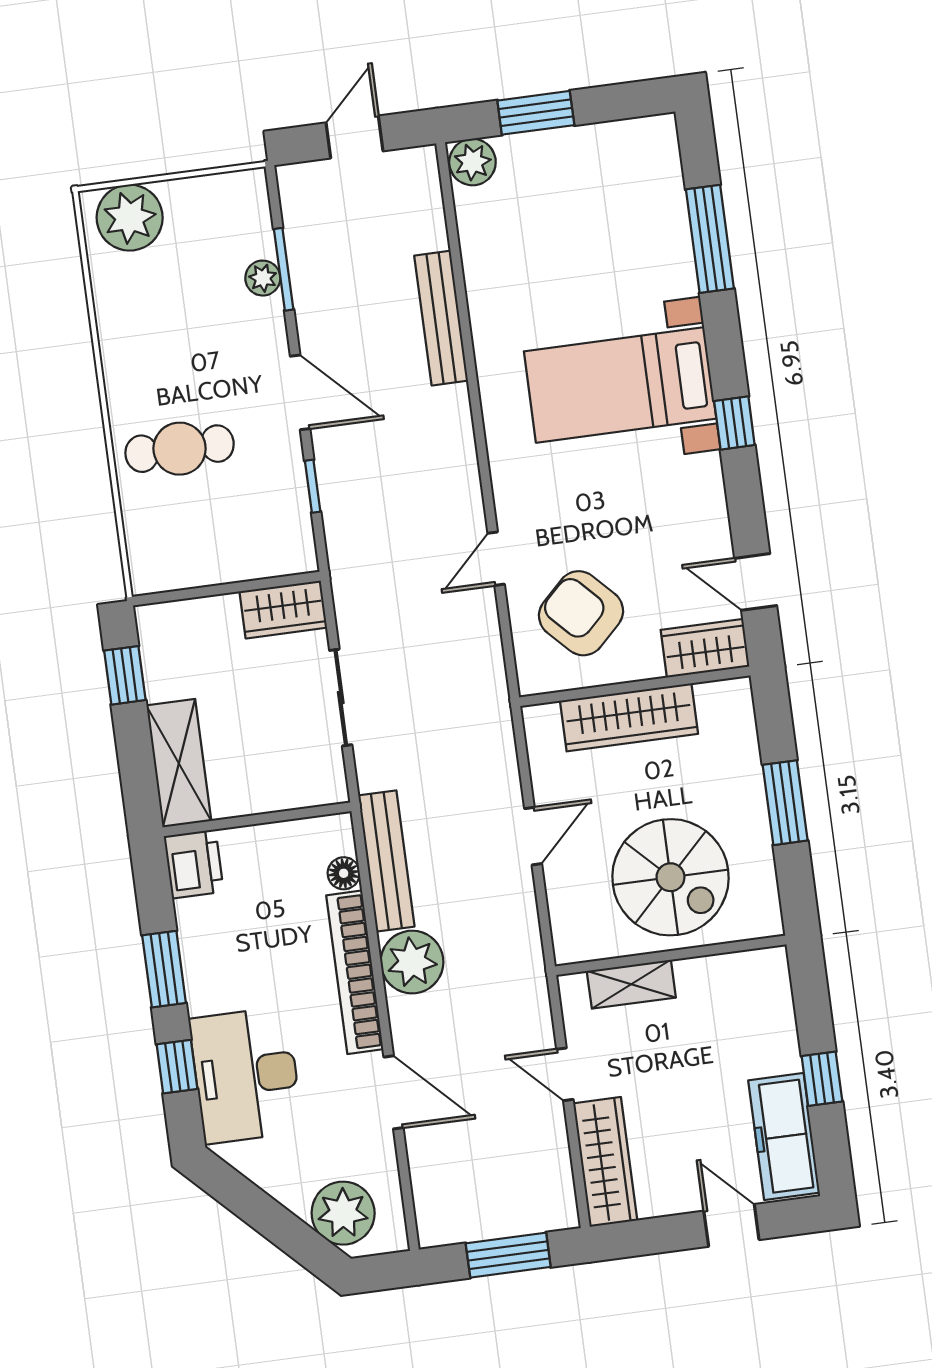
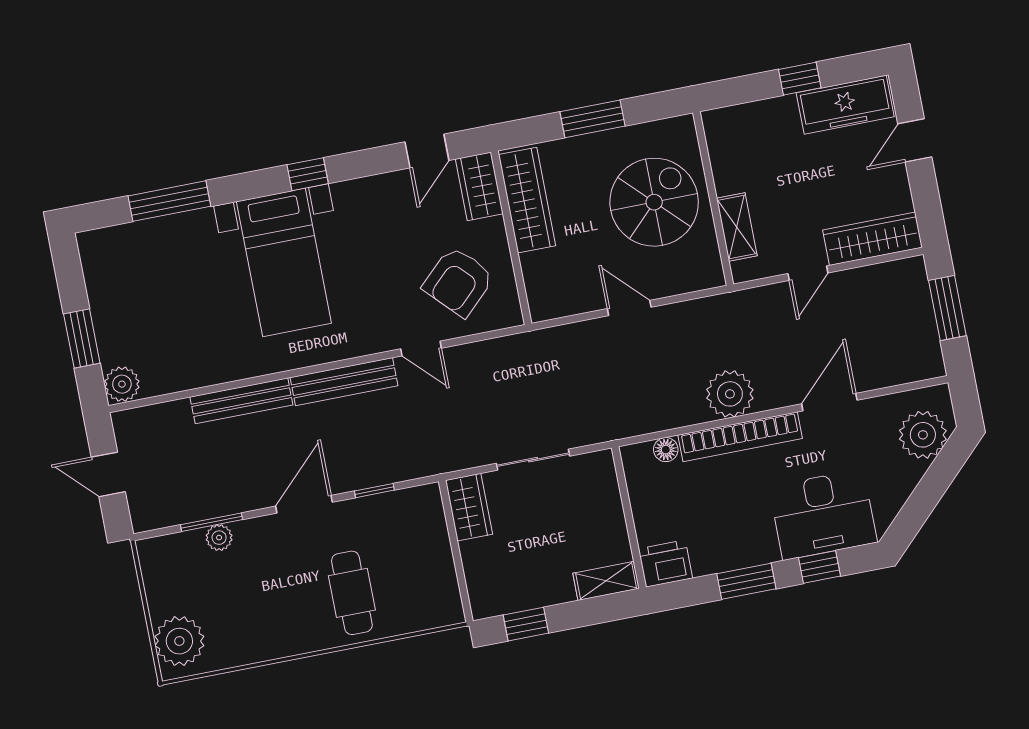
wardrobe: (629, 717) -> (527, 200), moved
shelving: (179, 763) -> (606, 581), width x0.67, depth x0.75
bench: (386, 861) -> (344, 382), moved

